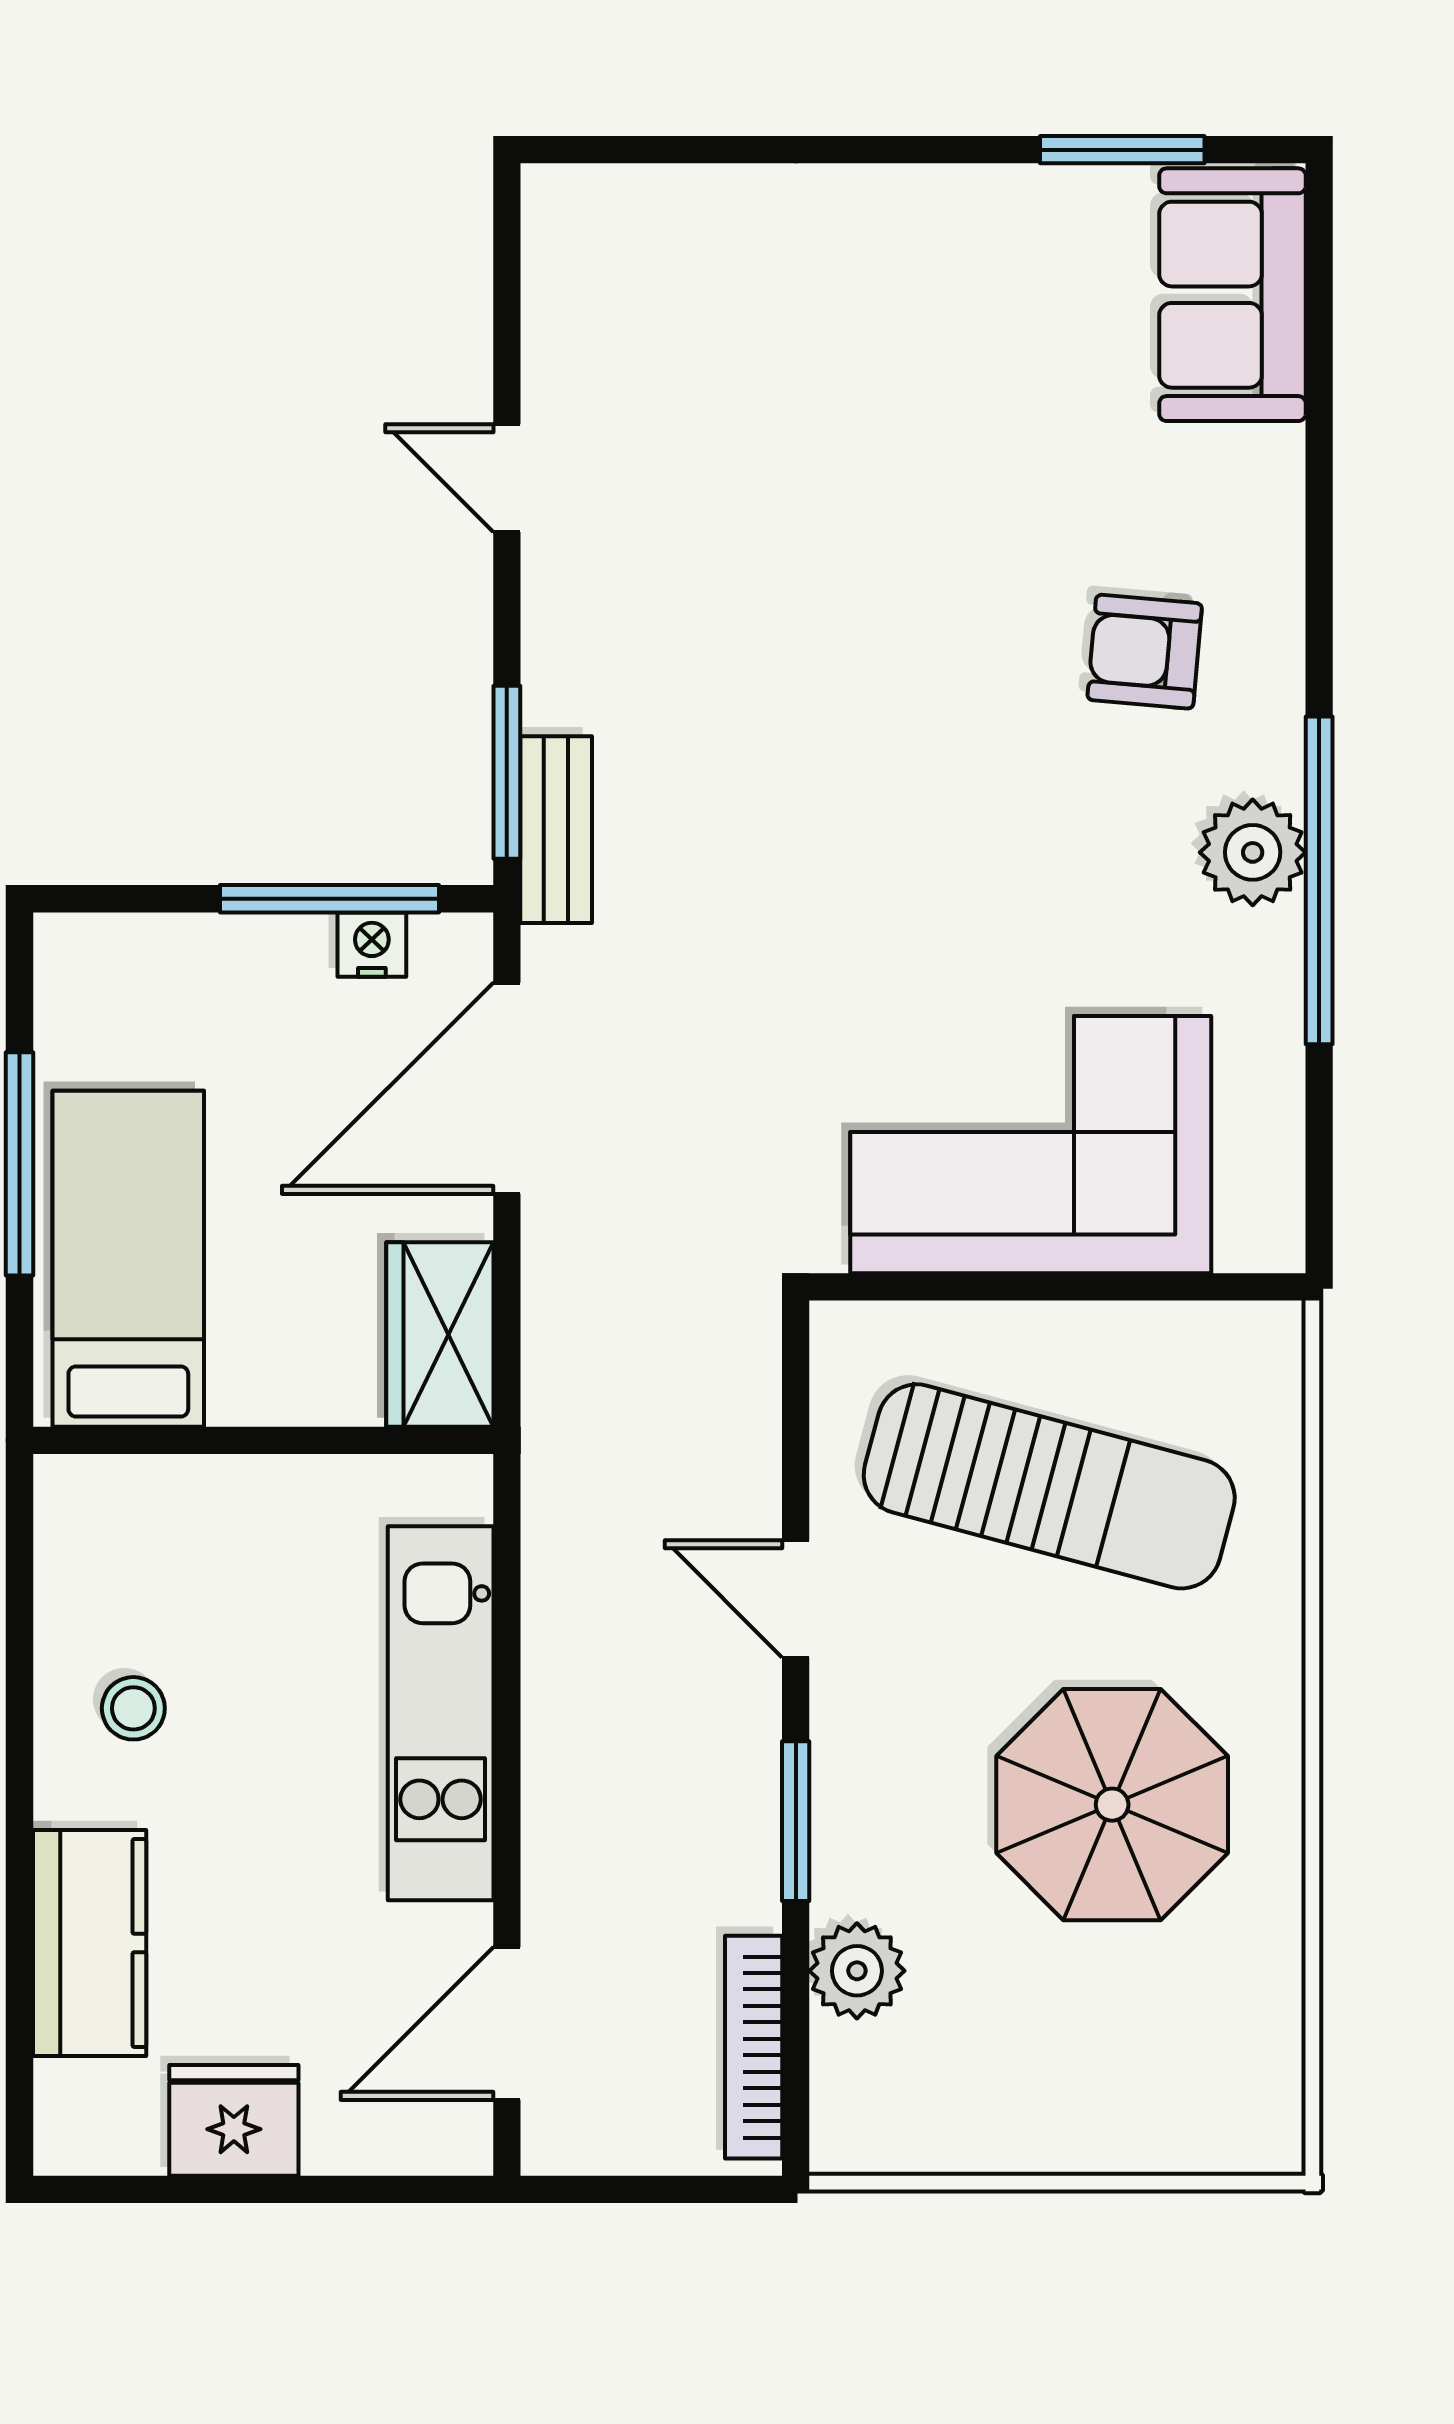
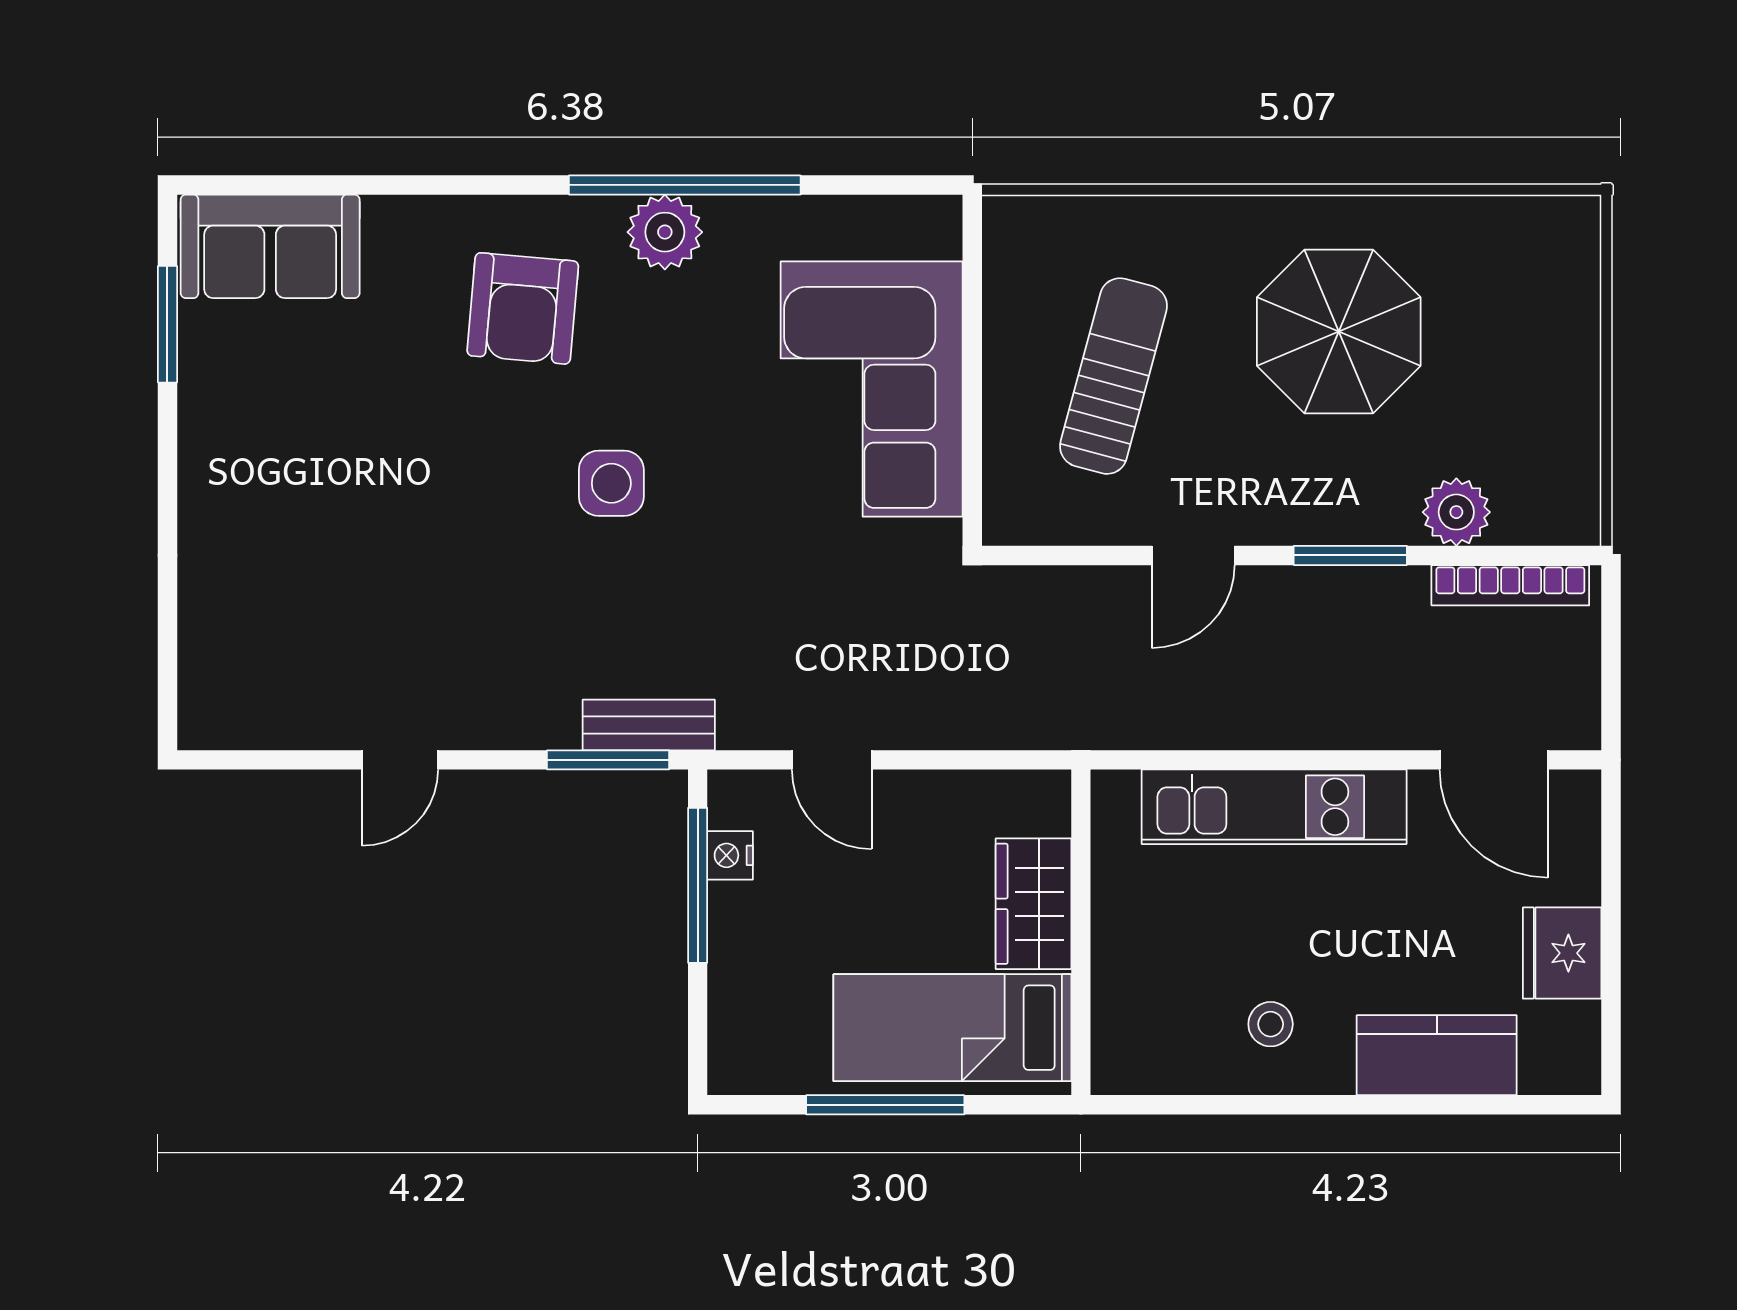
armchair: (1145, 652) -> (523, 308), width x1.38, depth x1.38
side table: (898, 777) -> (611, 483), added
door: (507, 1088) -> (832, 760), width x0.53
wardrobe: (440, 1334) -> (1033, 904), moved, turned 90
sun lounger: (1049, 1486) -> (1113, 376), width x0.73, depth x0.75

